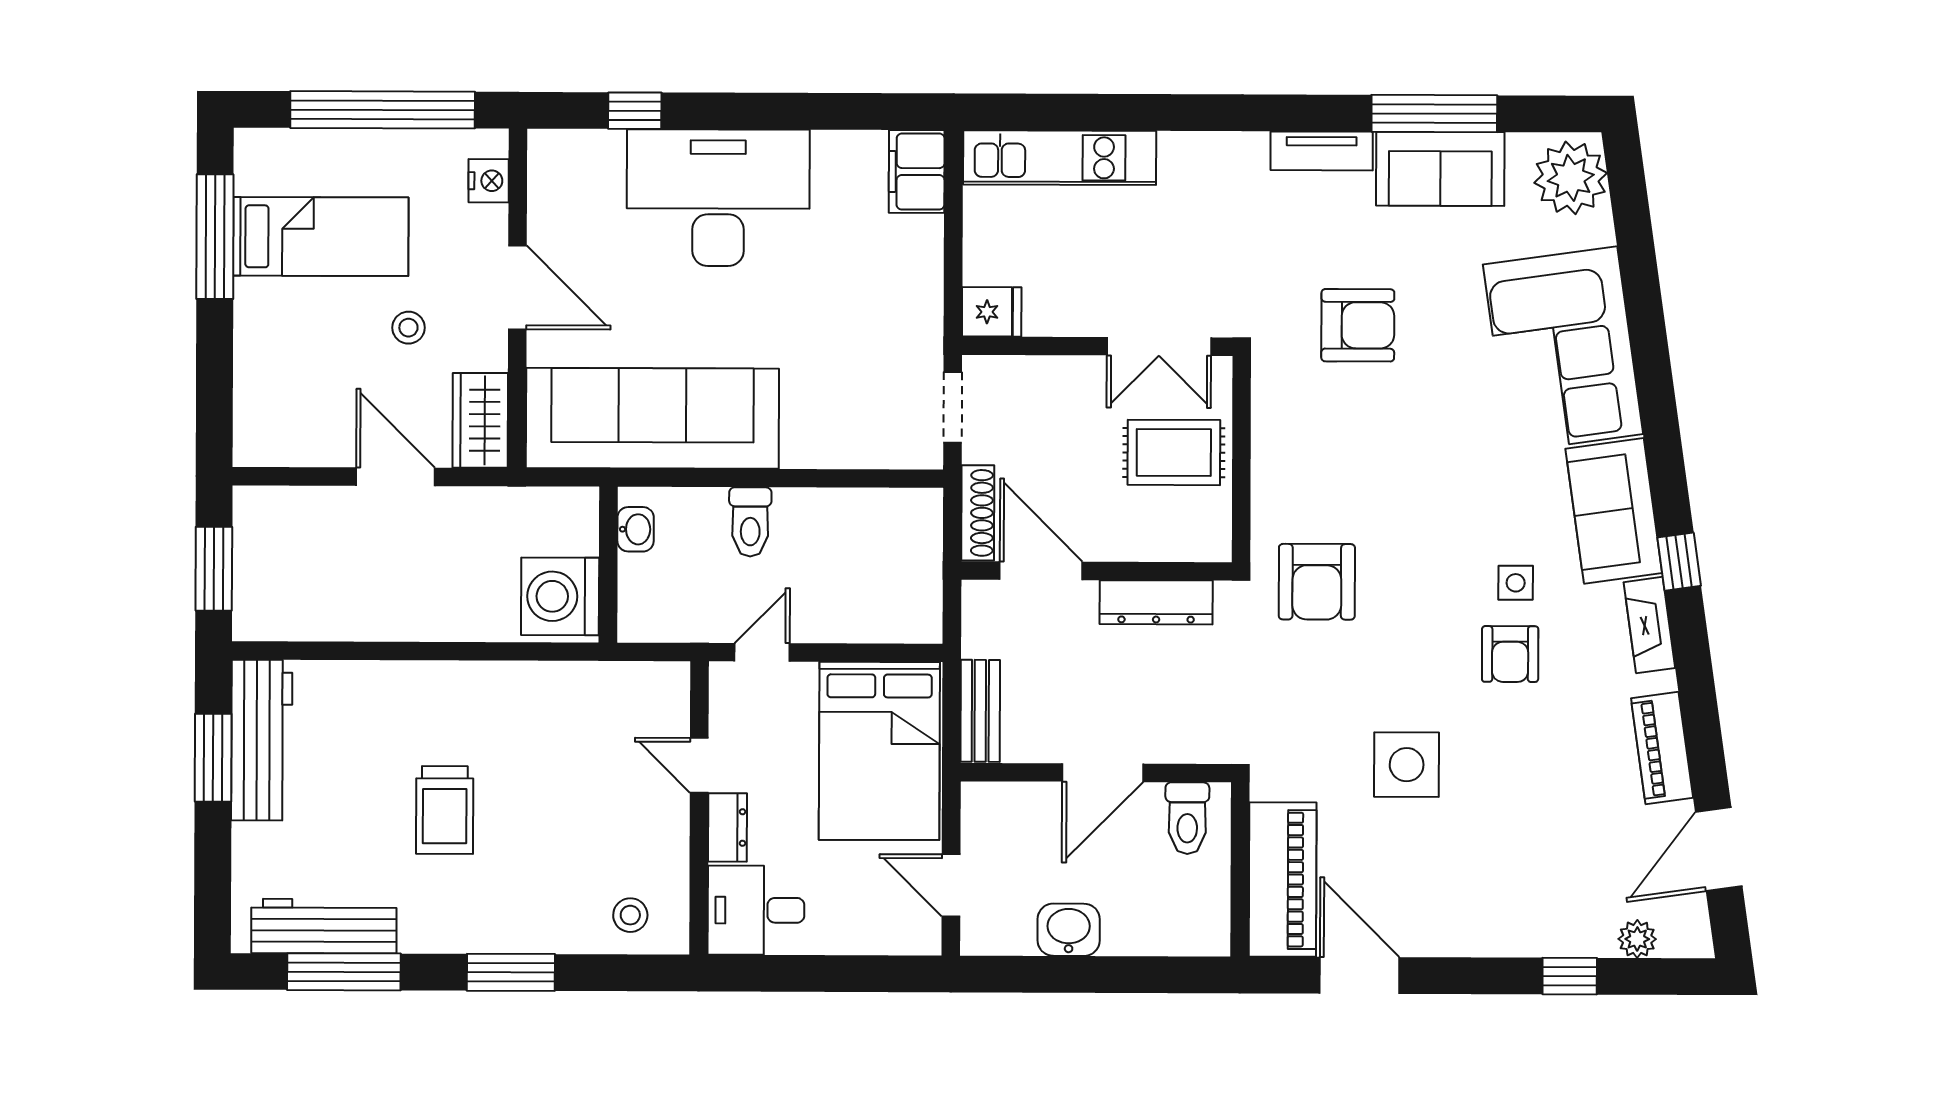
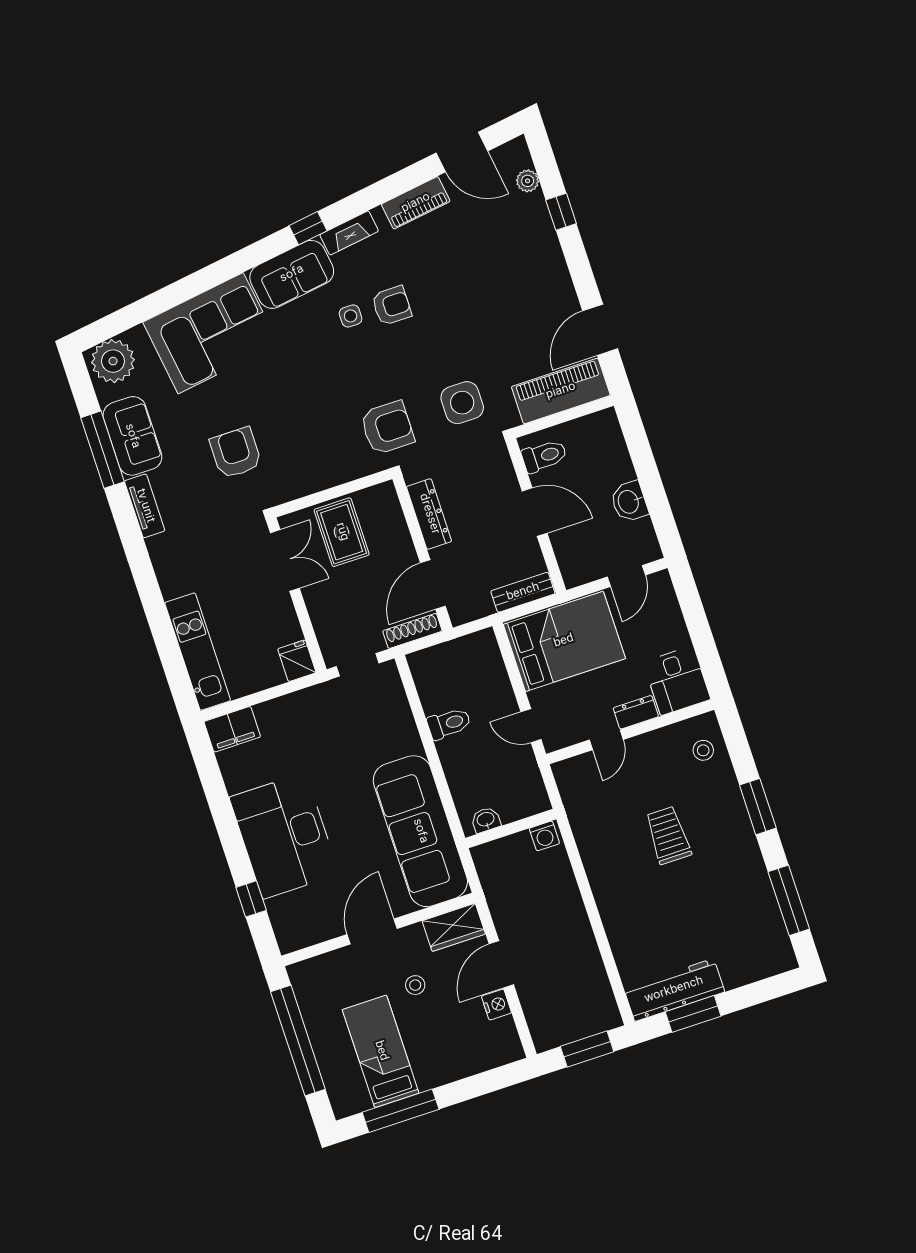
nightstand: (489, 181) -> (496, 1005), moved, turned 90
toilet: (750, 522) -> (449, 723), moved
washing machine: (560, 596) -> (544, 836), width x0.53, depth x0.53
side table: (1407, 765) -> (462, 403), moved
trolley: (445, 810) -> (668, 835), moved, turned -90
workbench: (324, 926) -> (767, 920), removed

